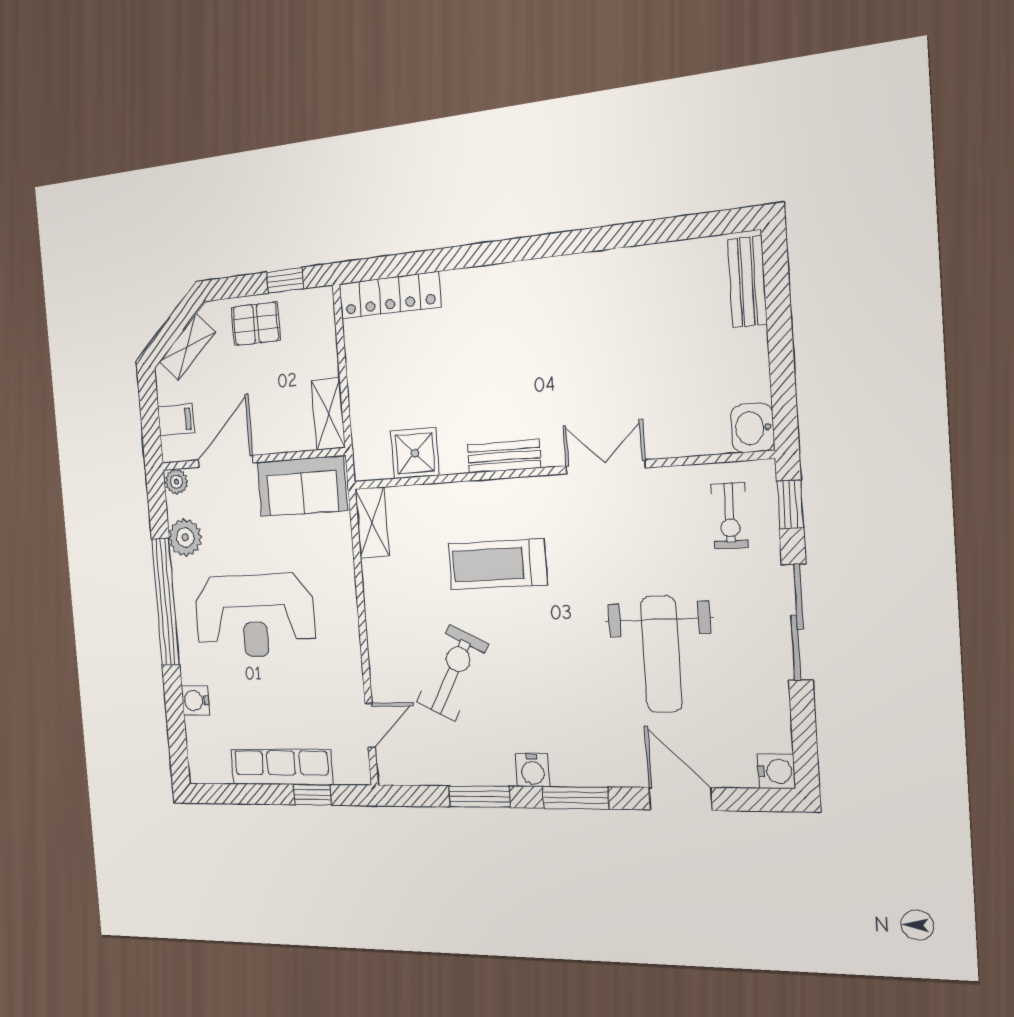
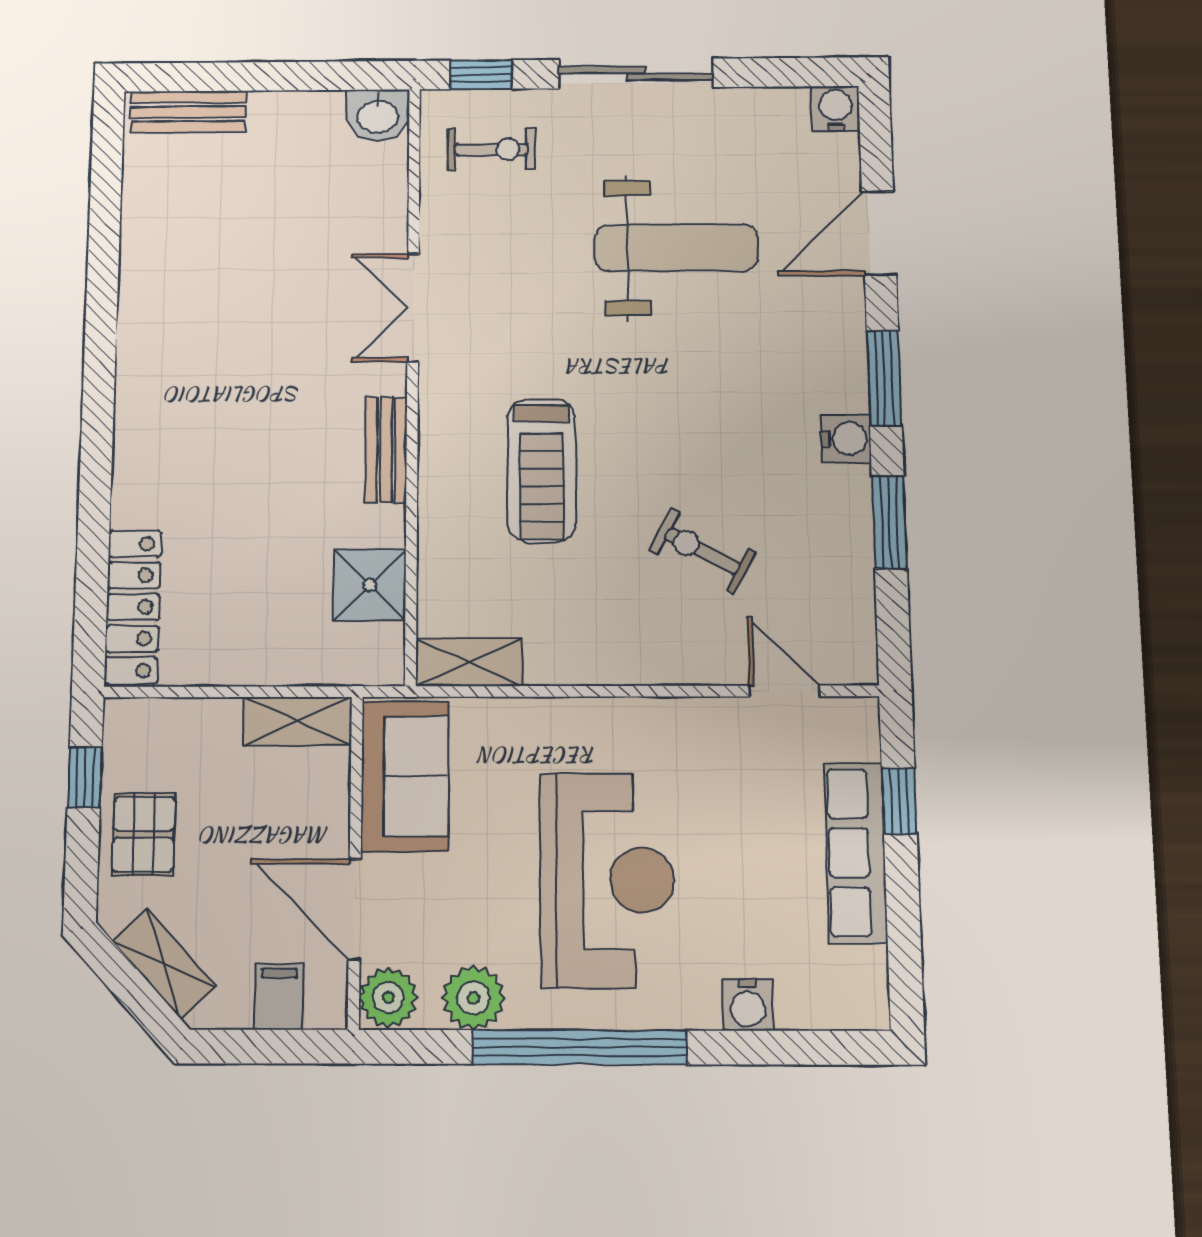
plant: (176, 482) -> (388, 997), width x1.38, depth x1.38
exercise bike: (452, 673) -> (702, 551), width x0.73, depth x0.72

